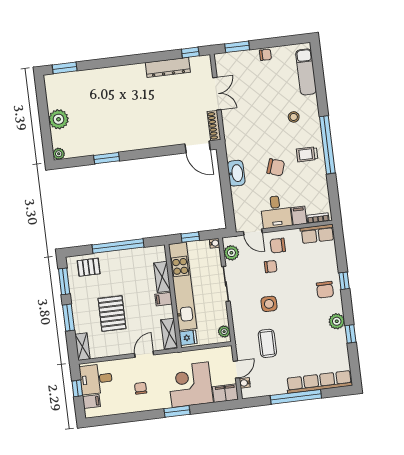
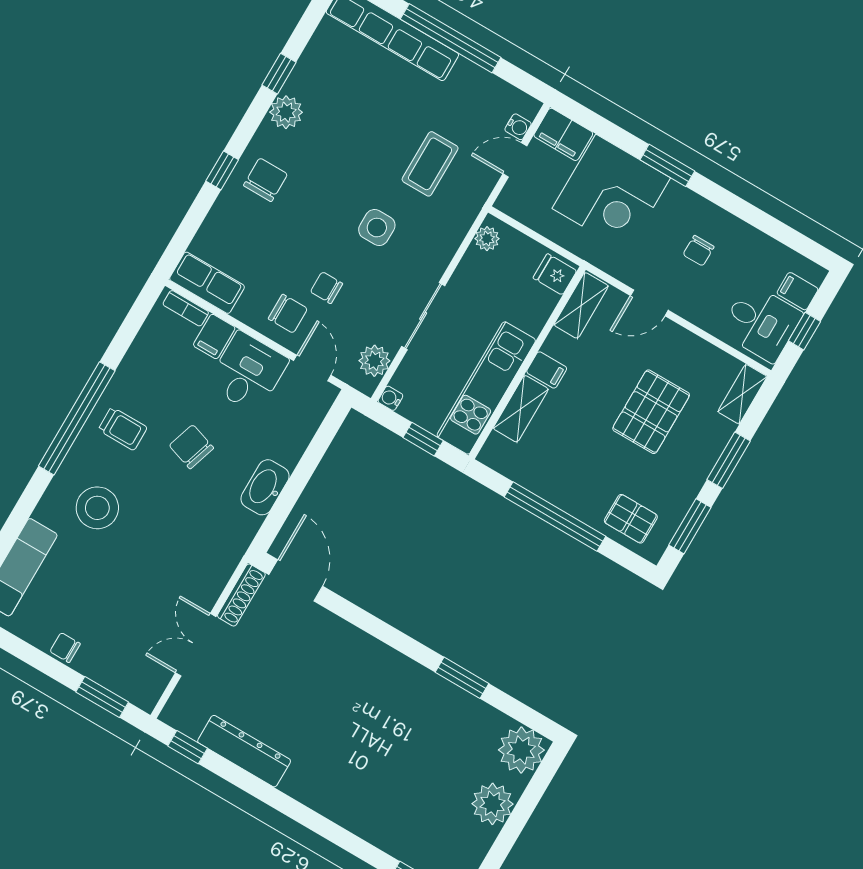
stool: (294, 117) -> (97, 508), width x1.89, depth x1.89
plant: (59, 154) -> (521, 750), width x1.88, depth x1.88
kitchen unit: (183, 286) -> (486, 388), width x0.73

